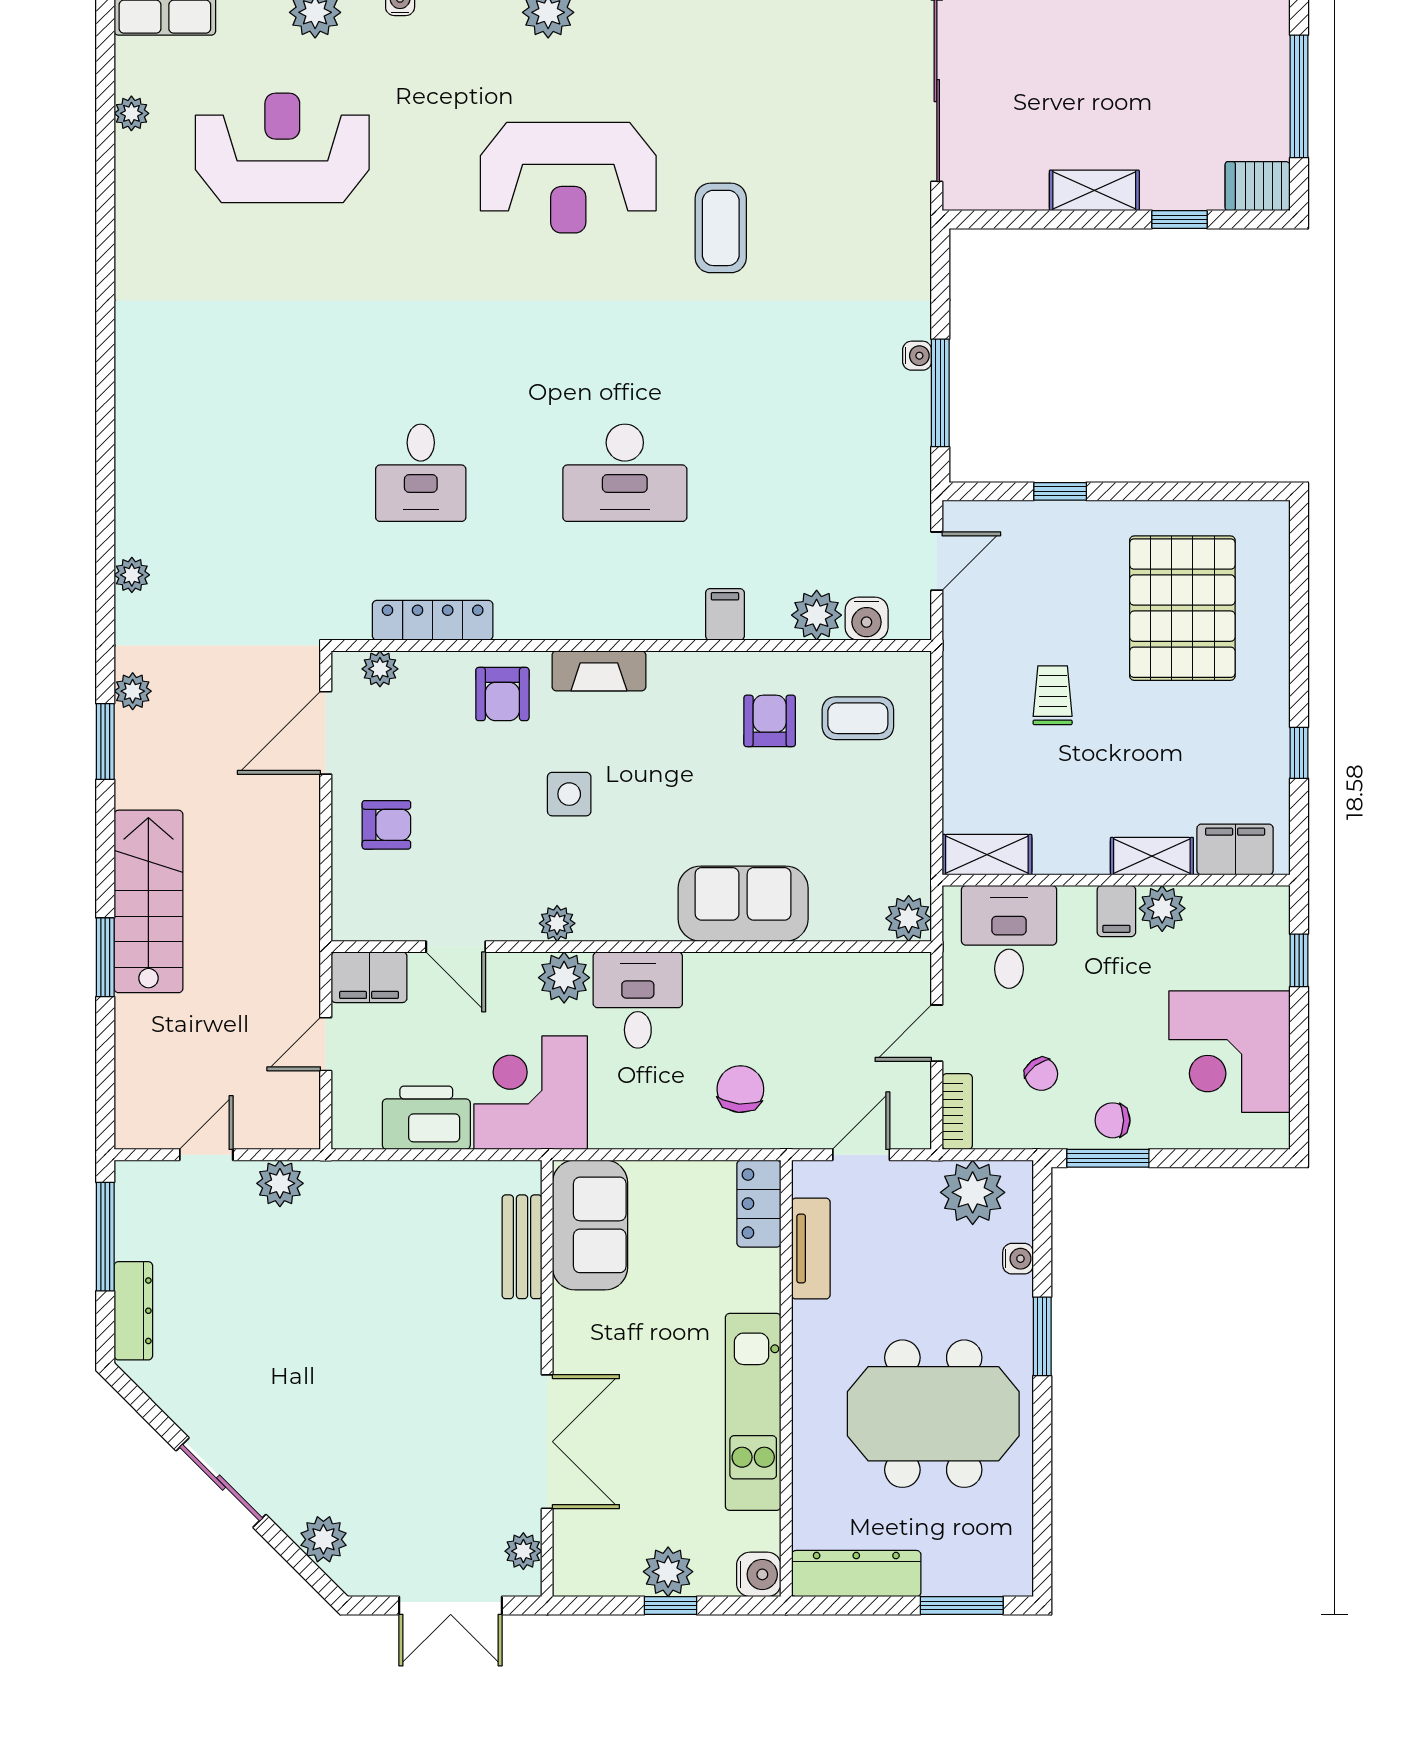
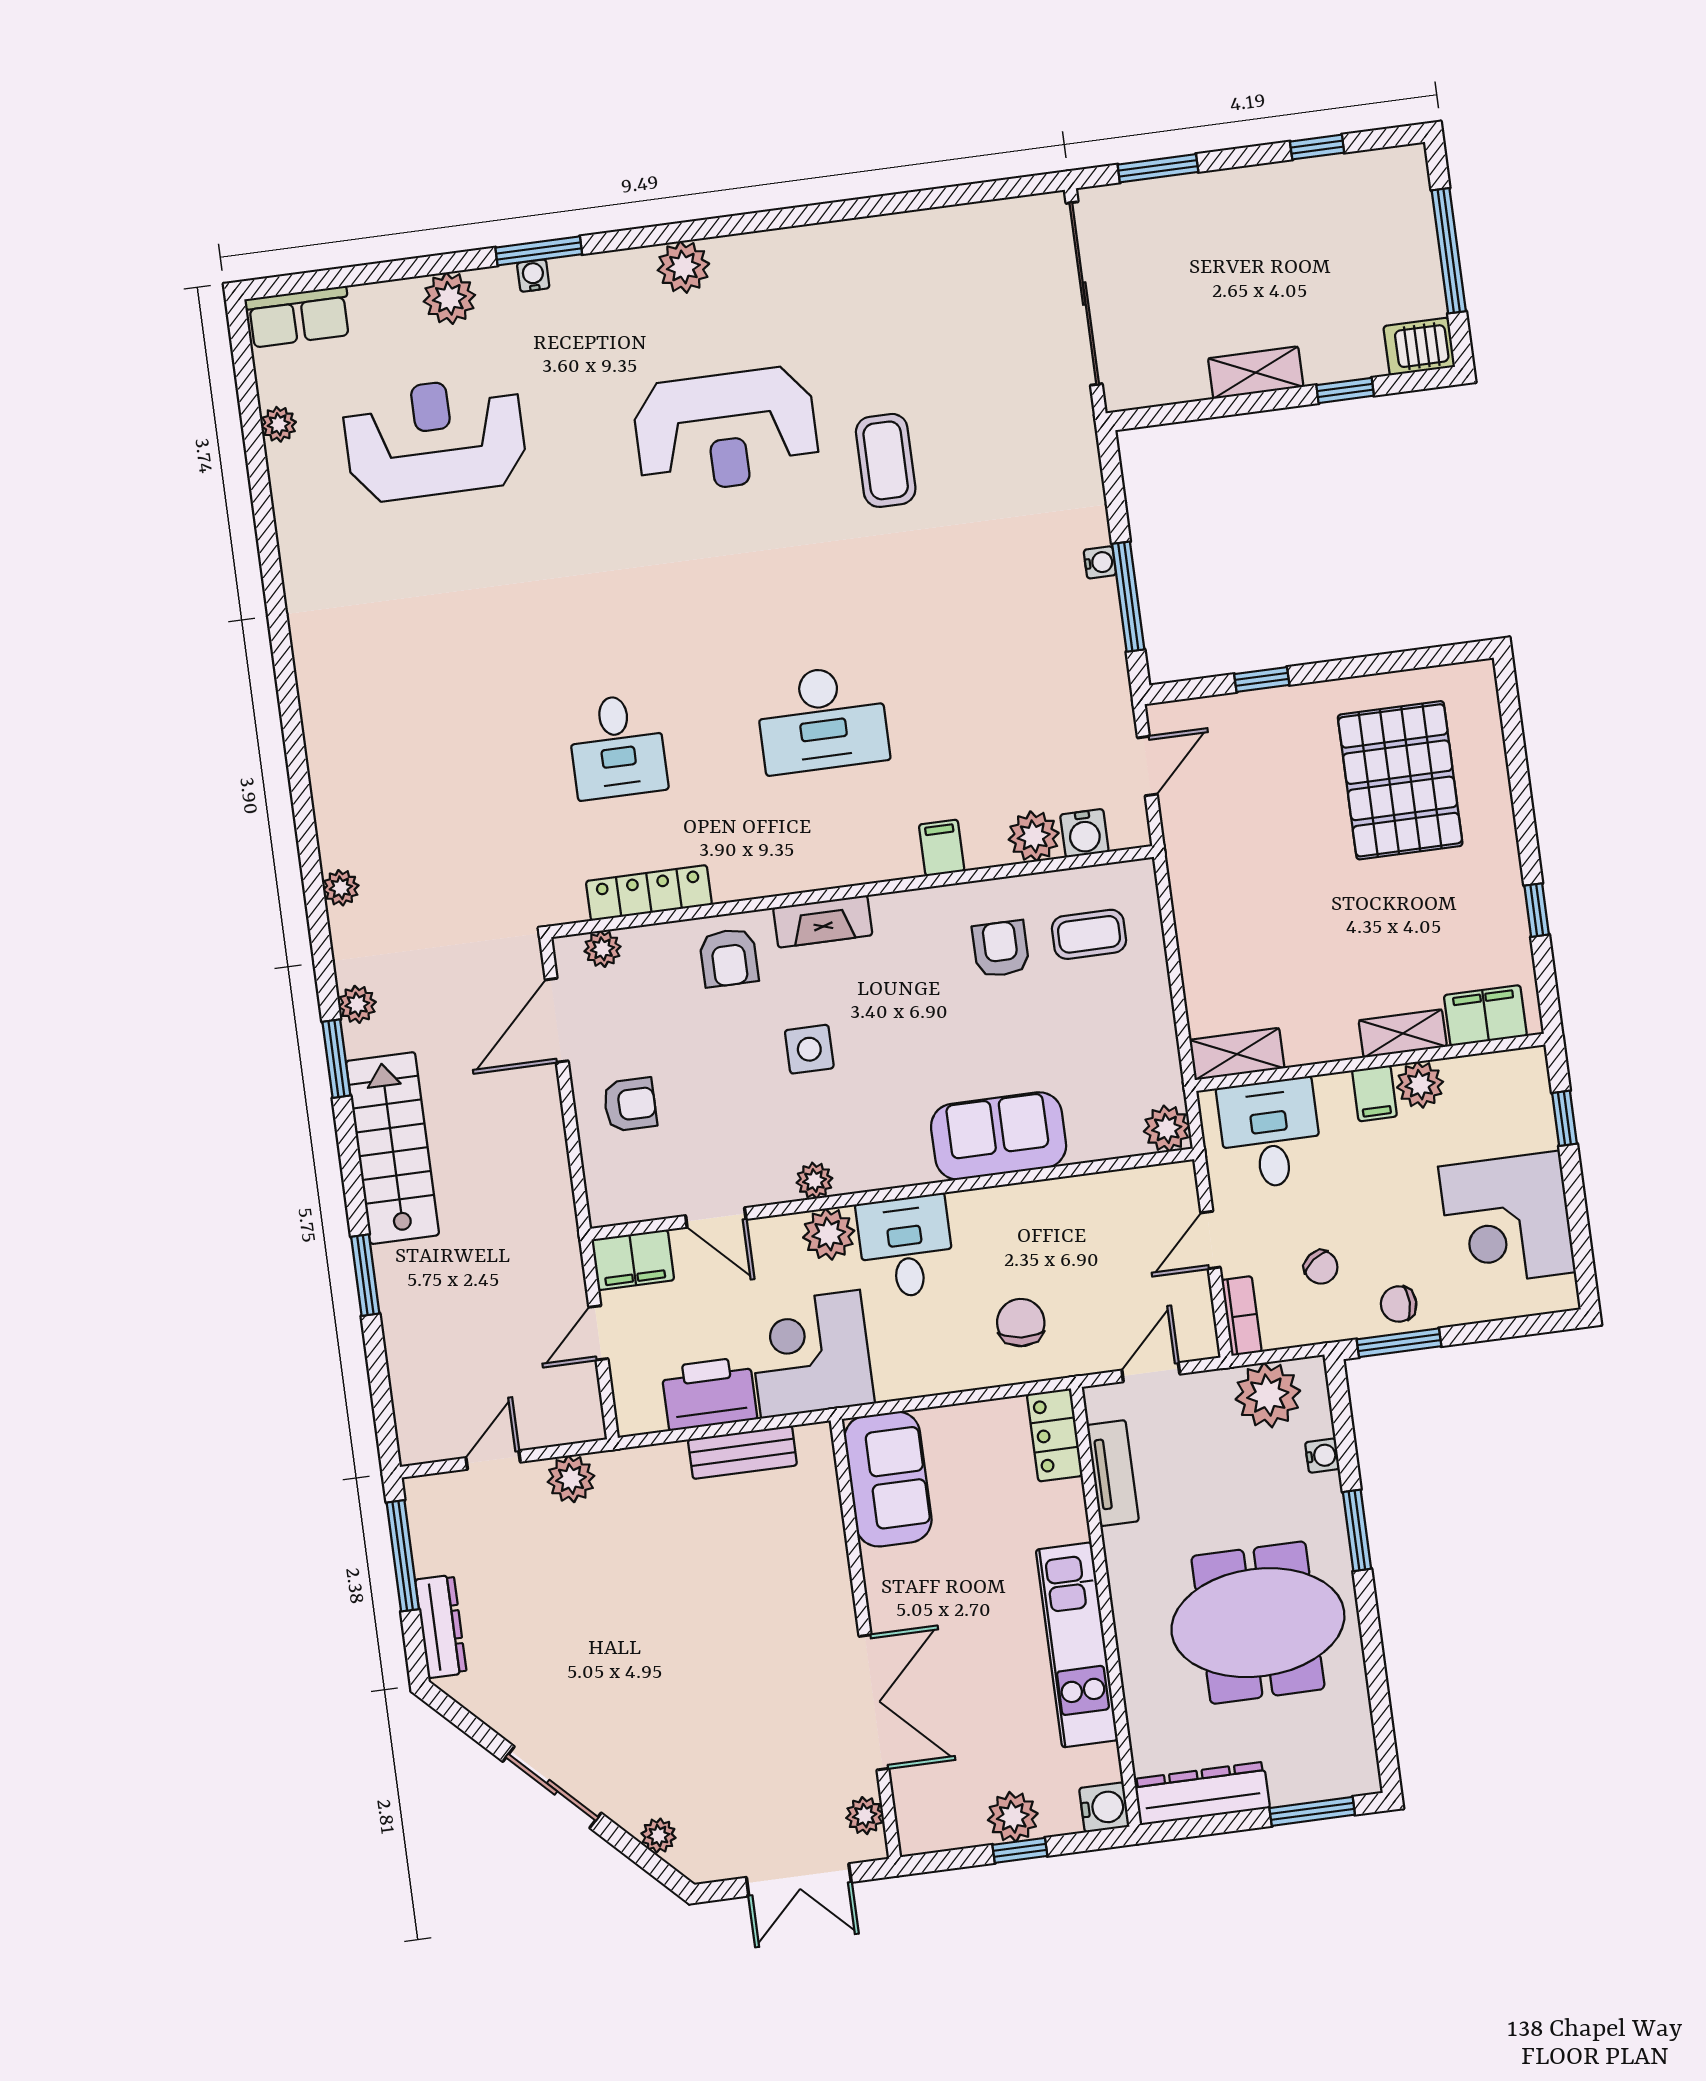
trolley: (1053, 695) -> (1281, 885), removed
stairs: (148, 901) -> (393, 1148), moved
bench: (522, 1247) -> (742, 1452), moved, turned 90
plant: (323, 1539) -> (659, 1836), width x0.73, depth x0.73

